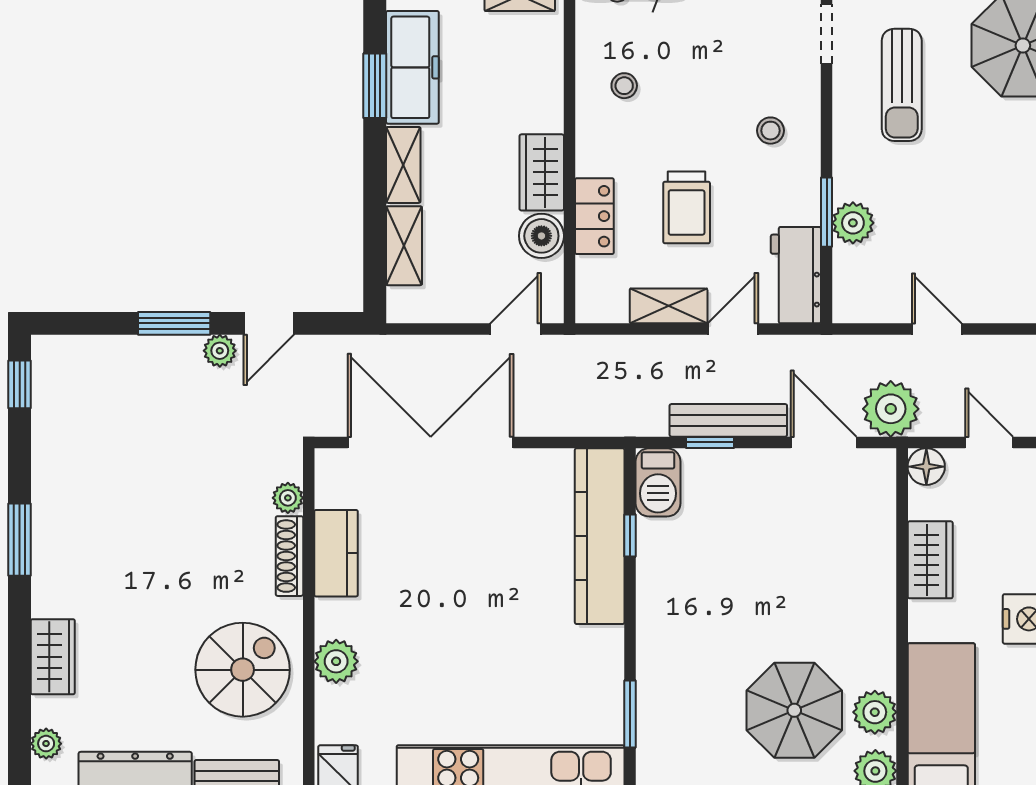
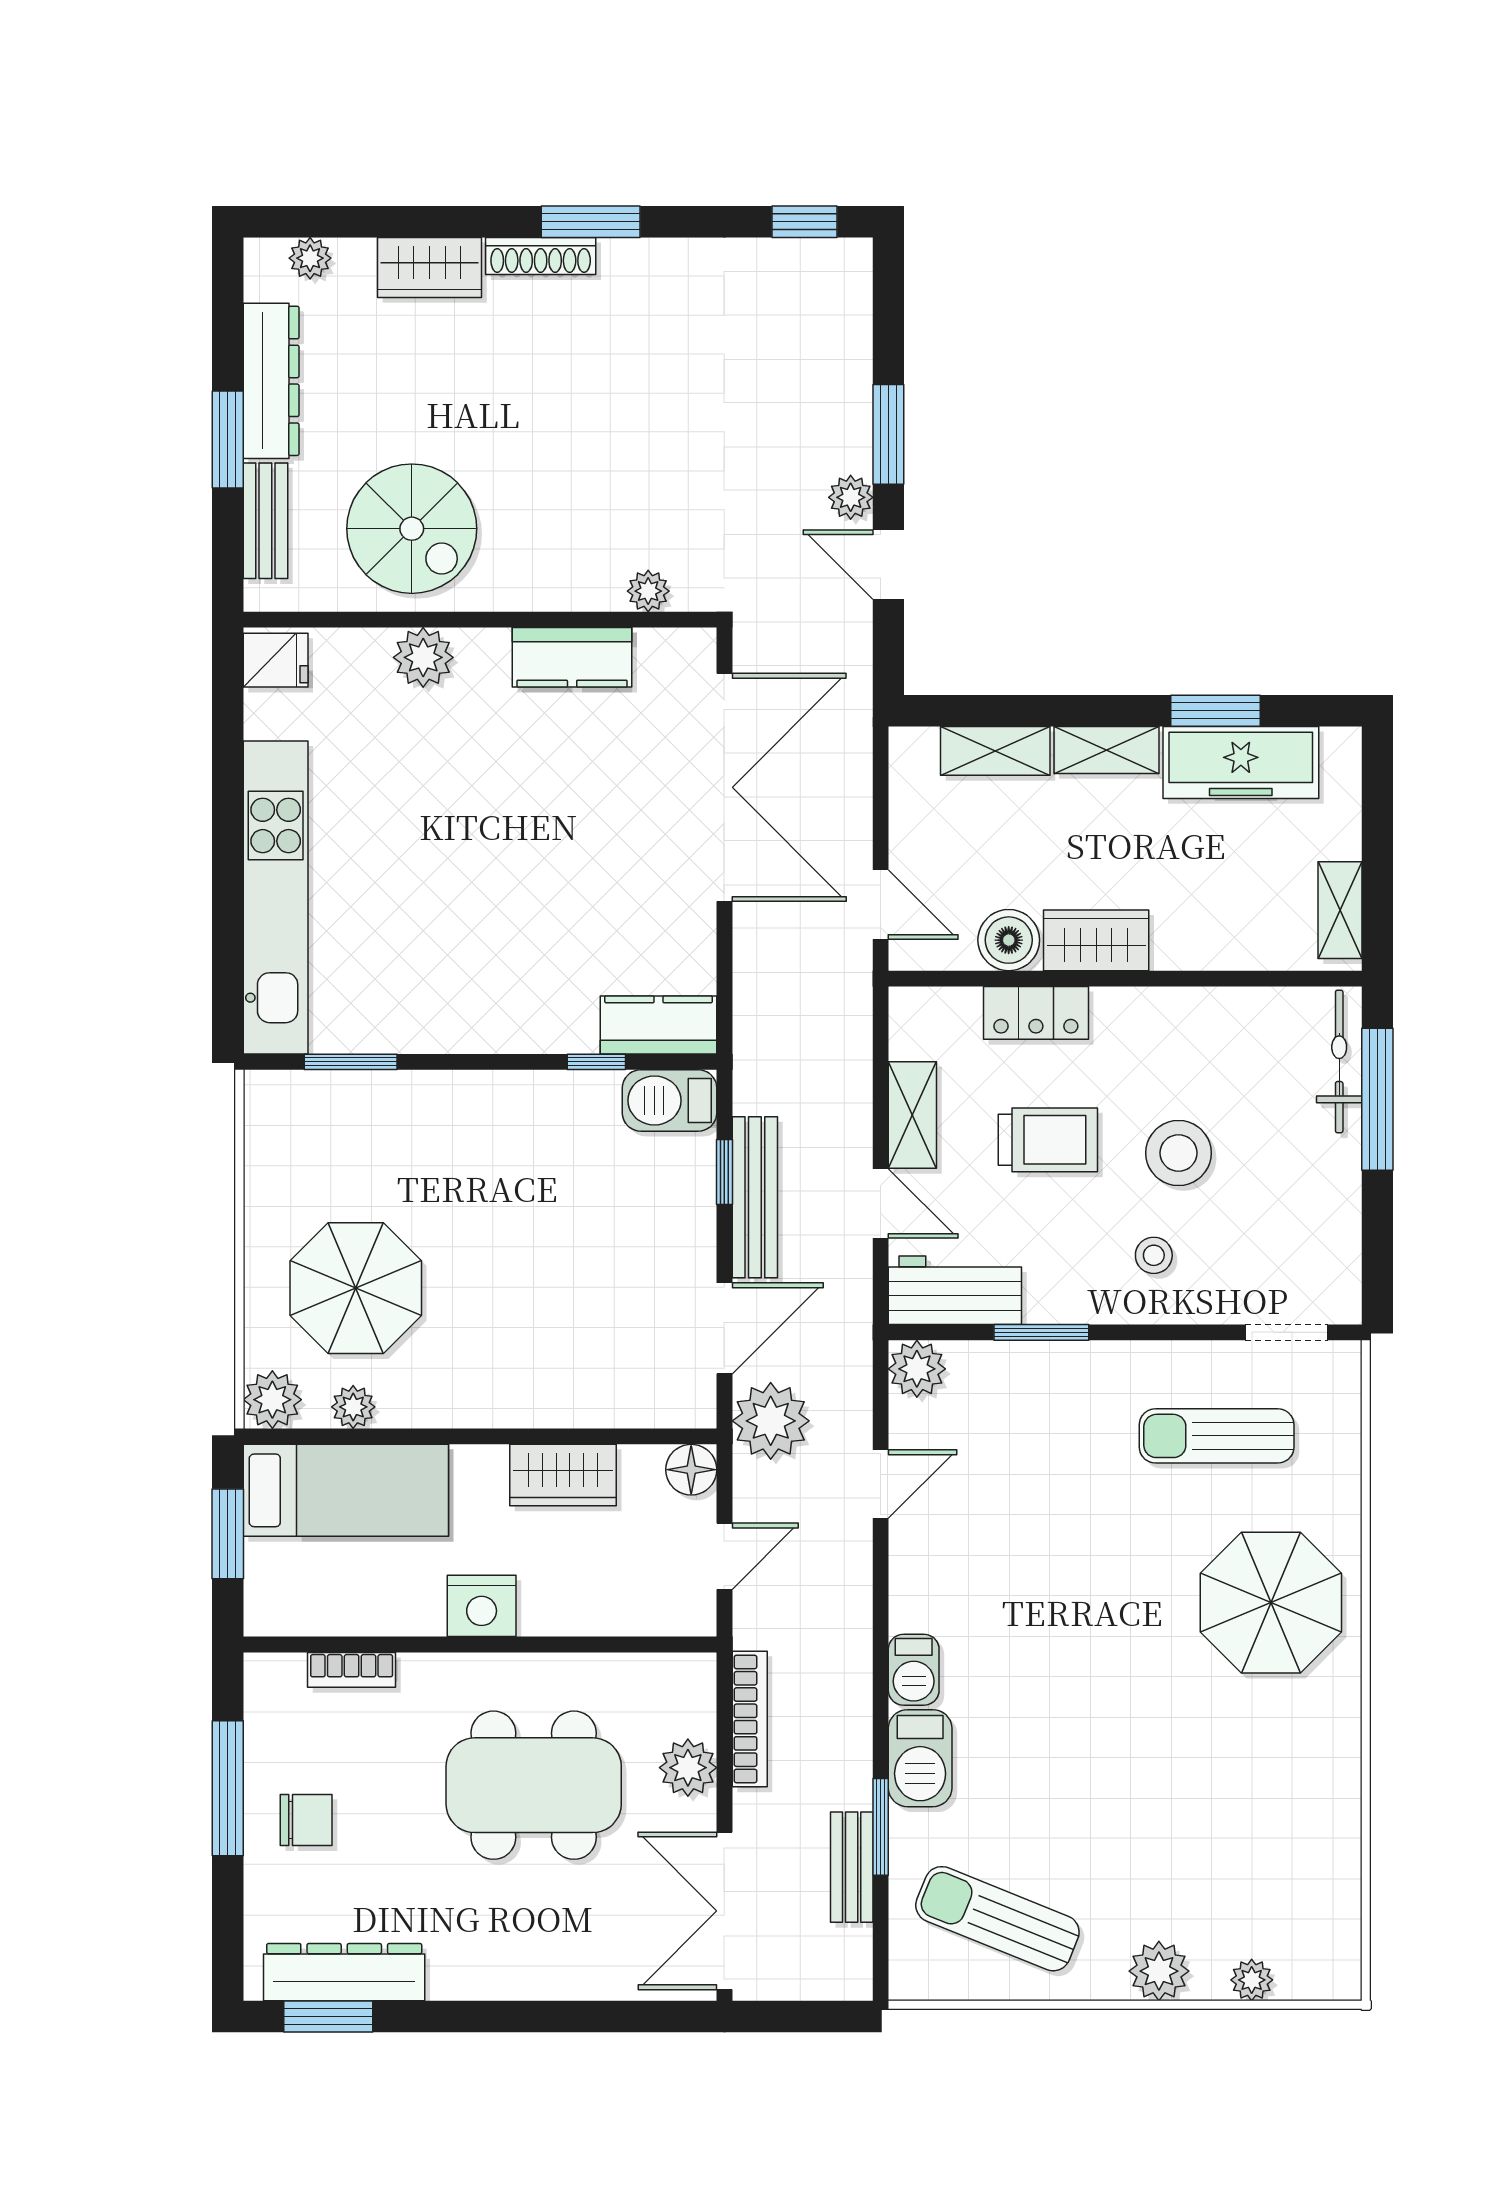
stool: (624, 86) -> (1178, 1153), moved, width x1.89, depth x1.89
trolley: (687, 207) -> (1048, 1140), turned 180
plant: (853, 223) -> (917, 1369), moved
kitchen counter: (600, 536) -> (659, 1025), width x0.48, depth x0.86
shoe rack: (289, 556) -> (541, 256), moved, turned 180
plant: (875, 712) -> (353, 1407), width x0.73, depth x0.73

